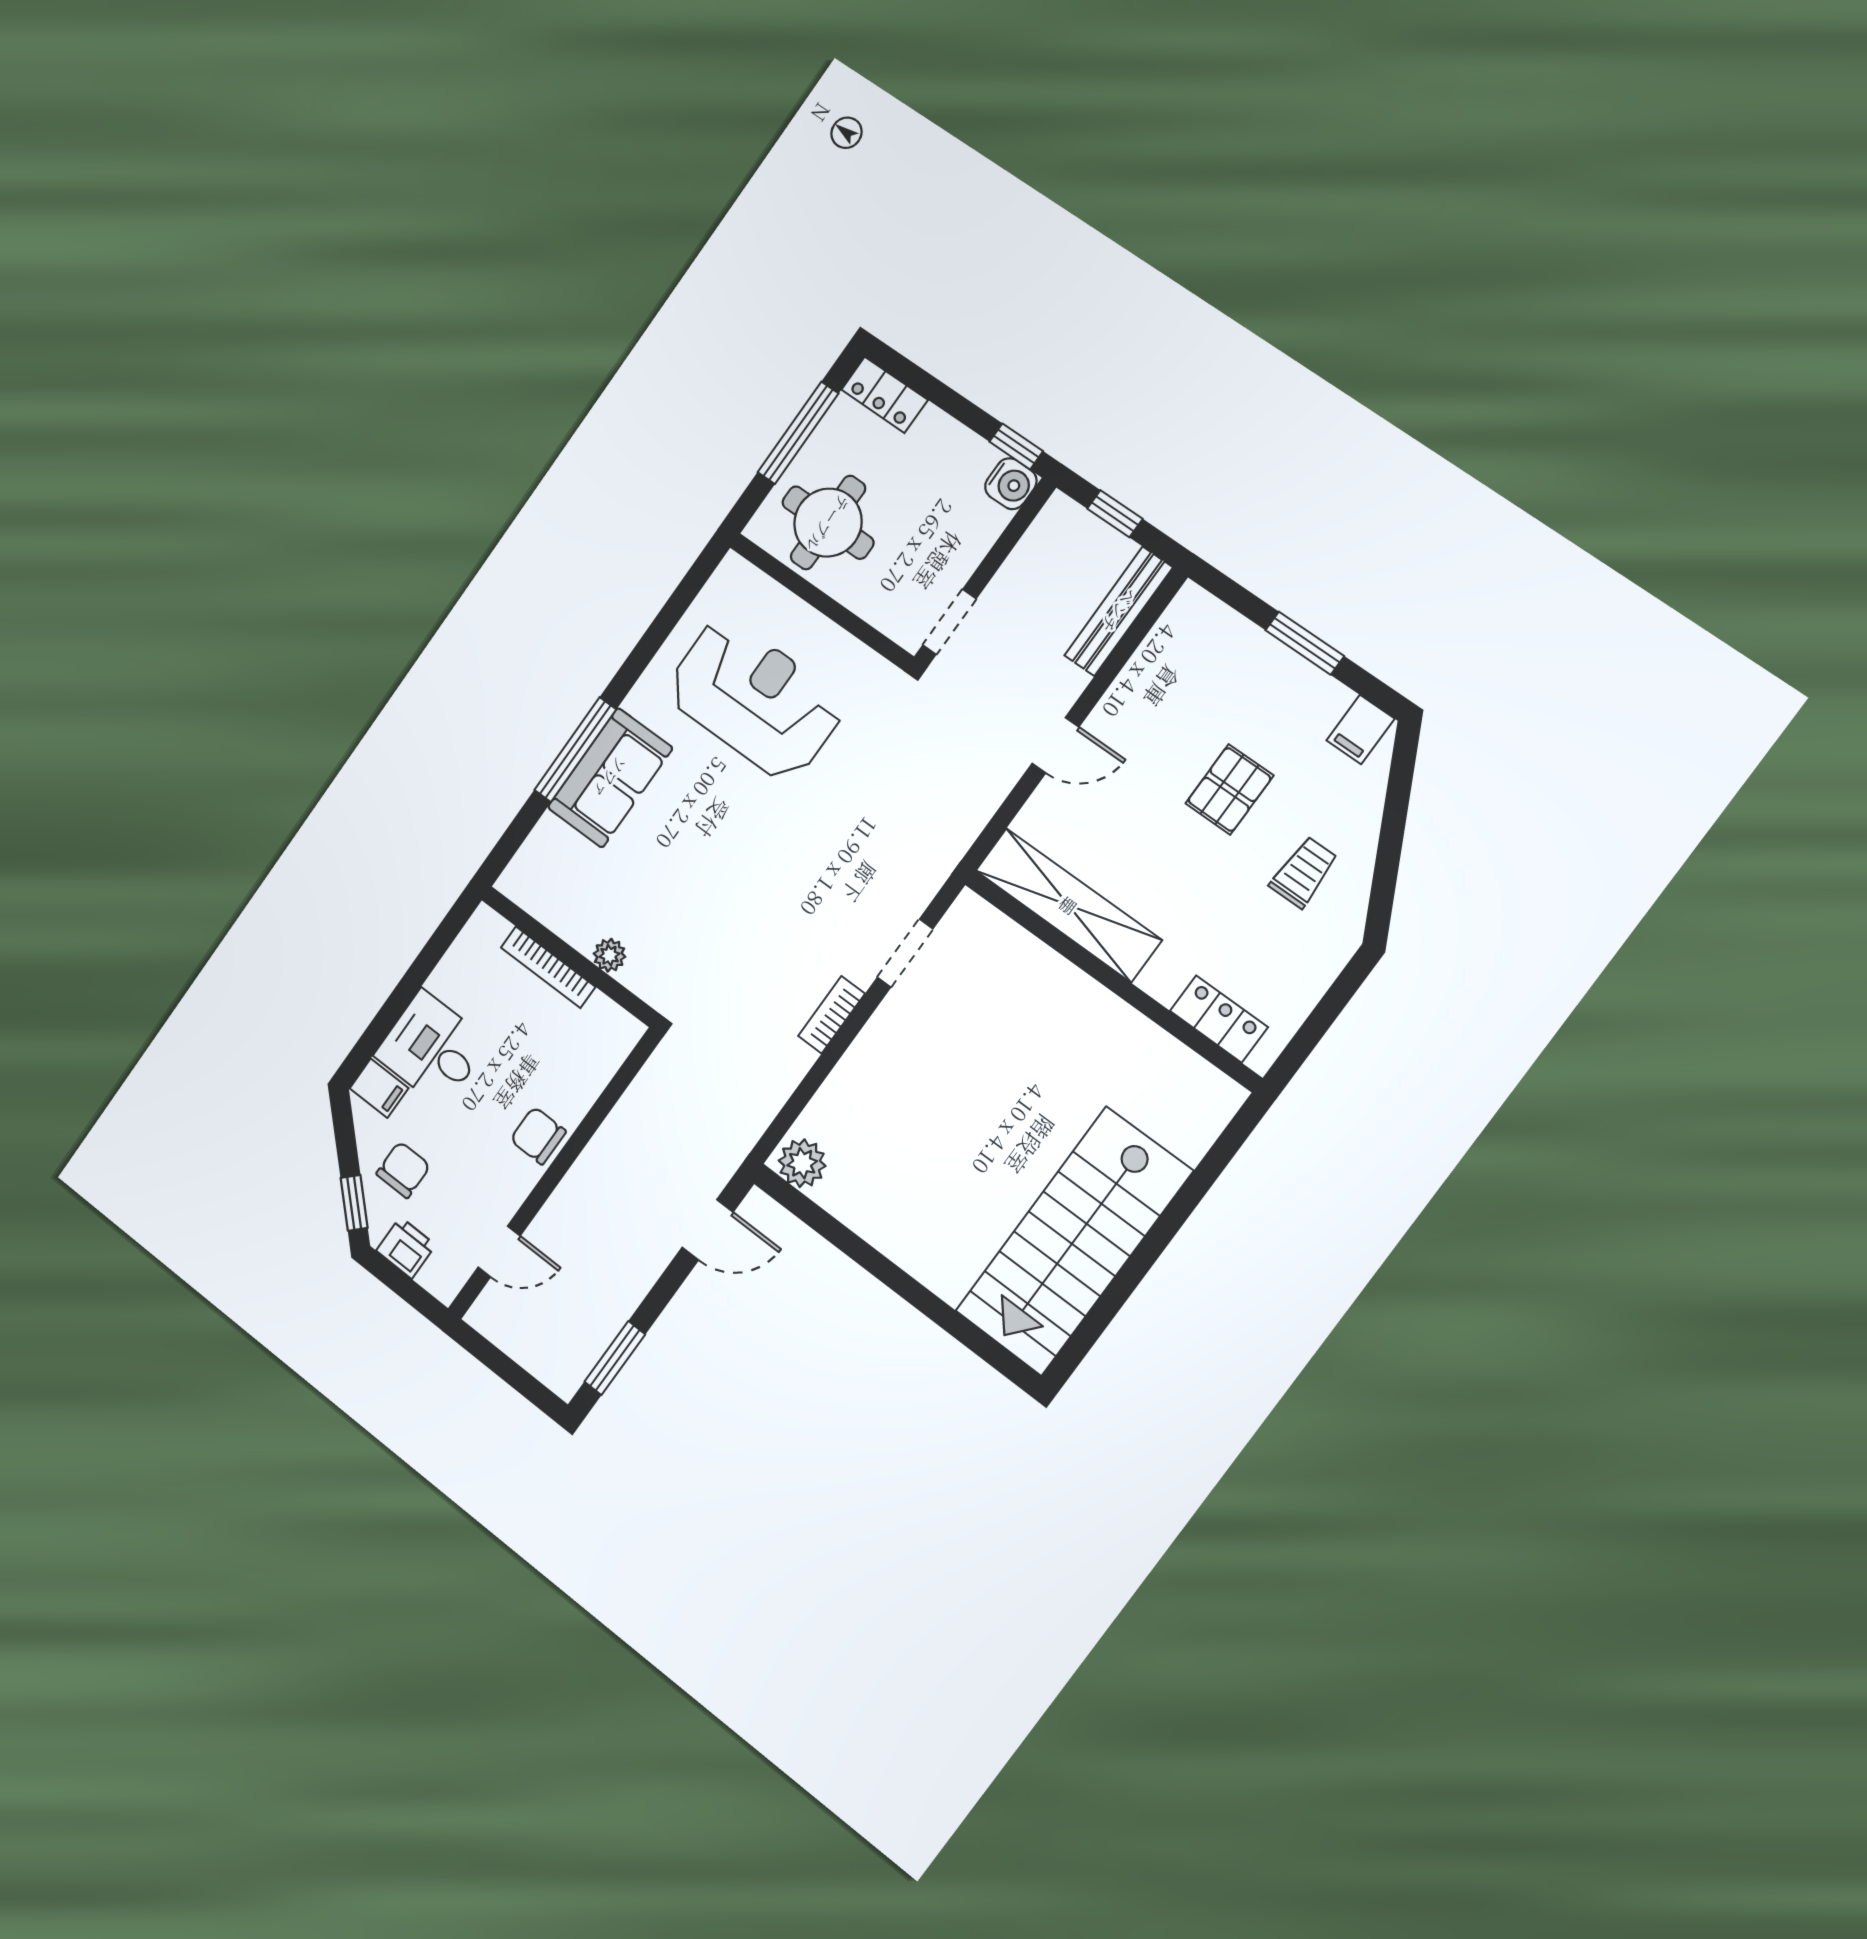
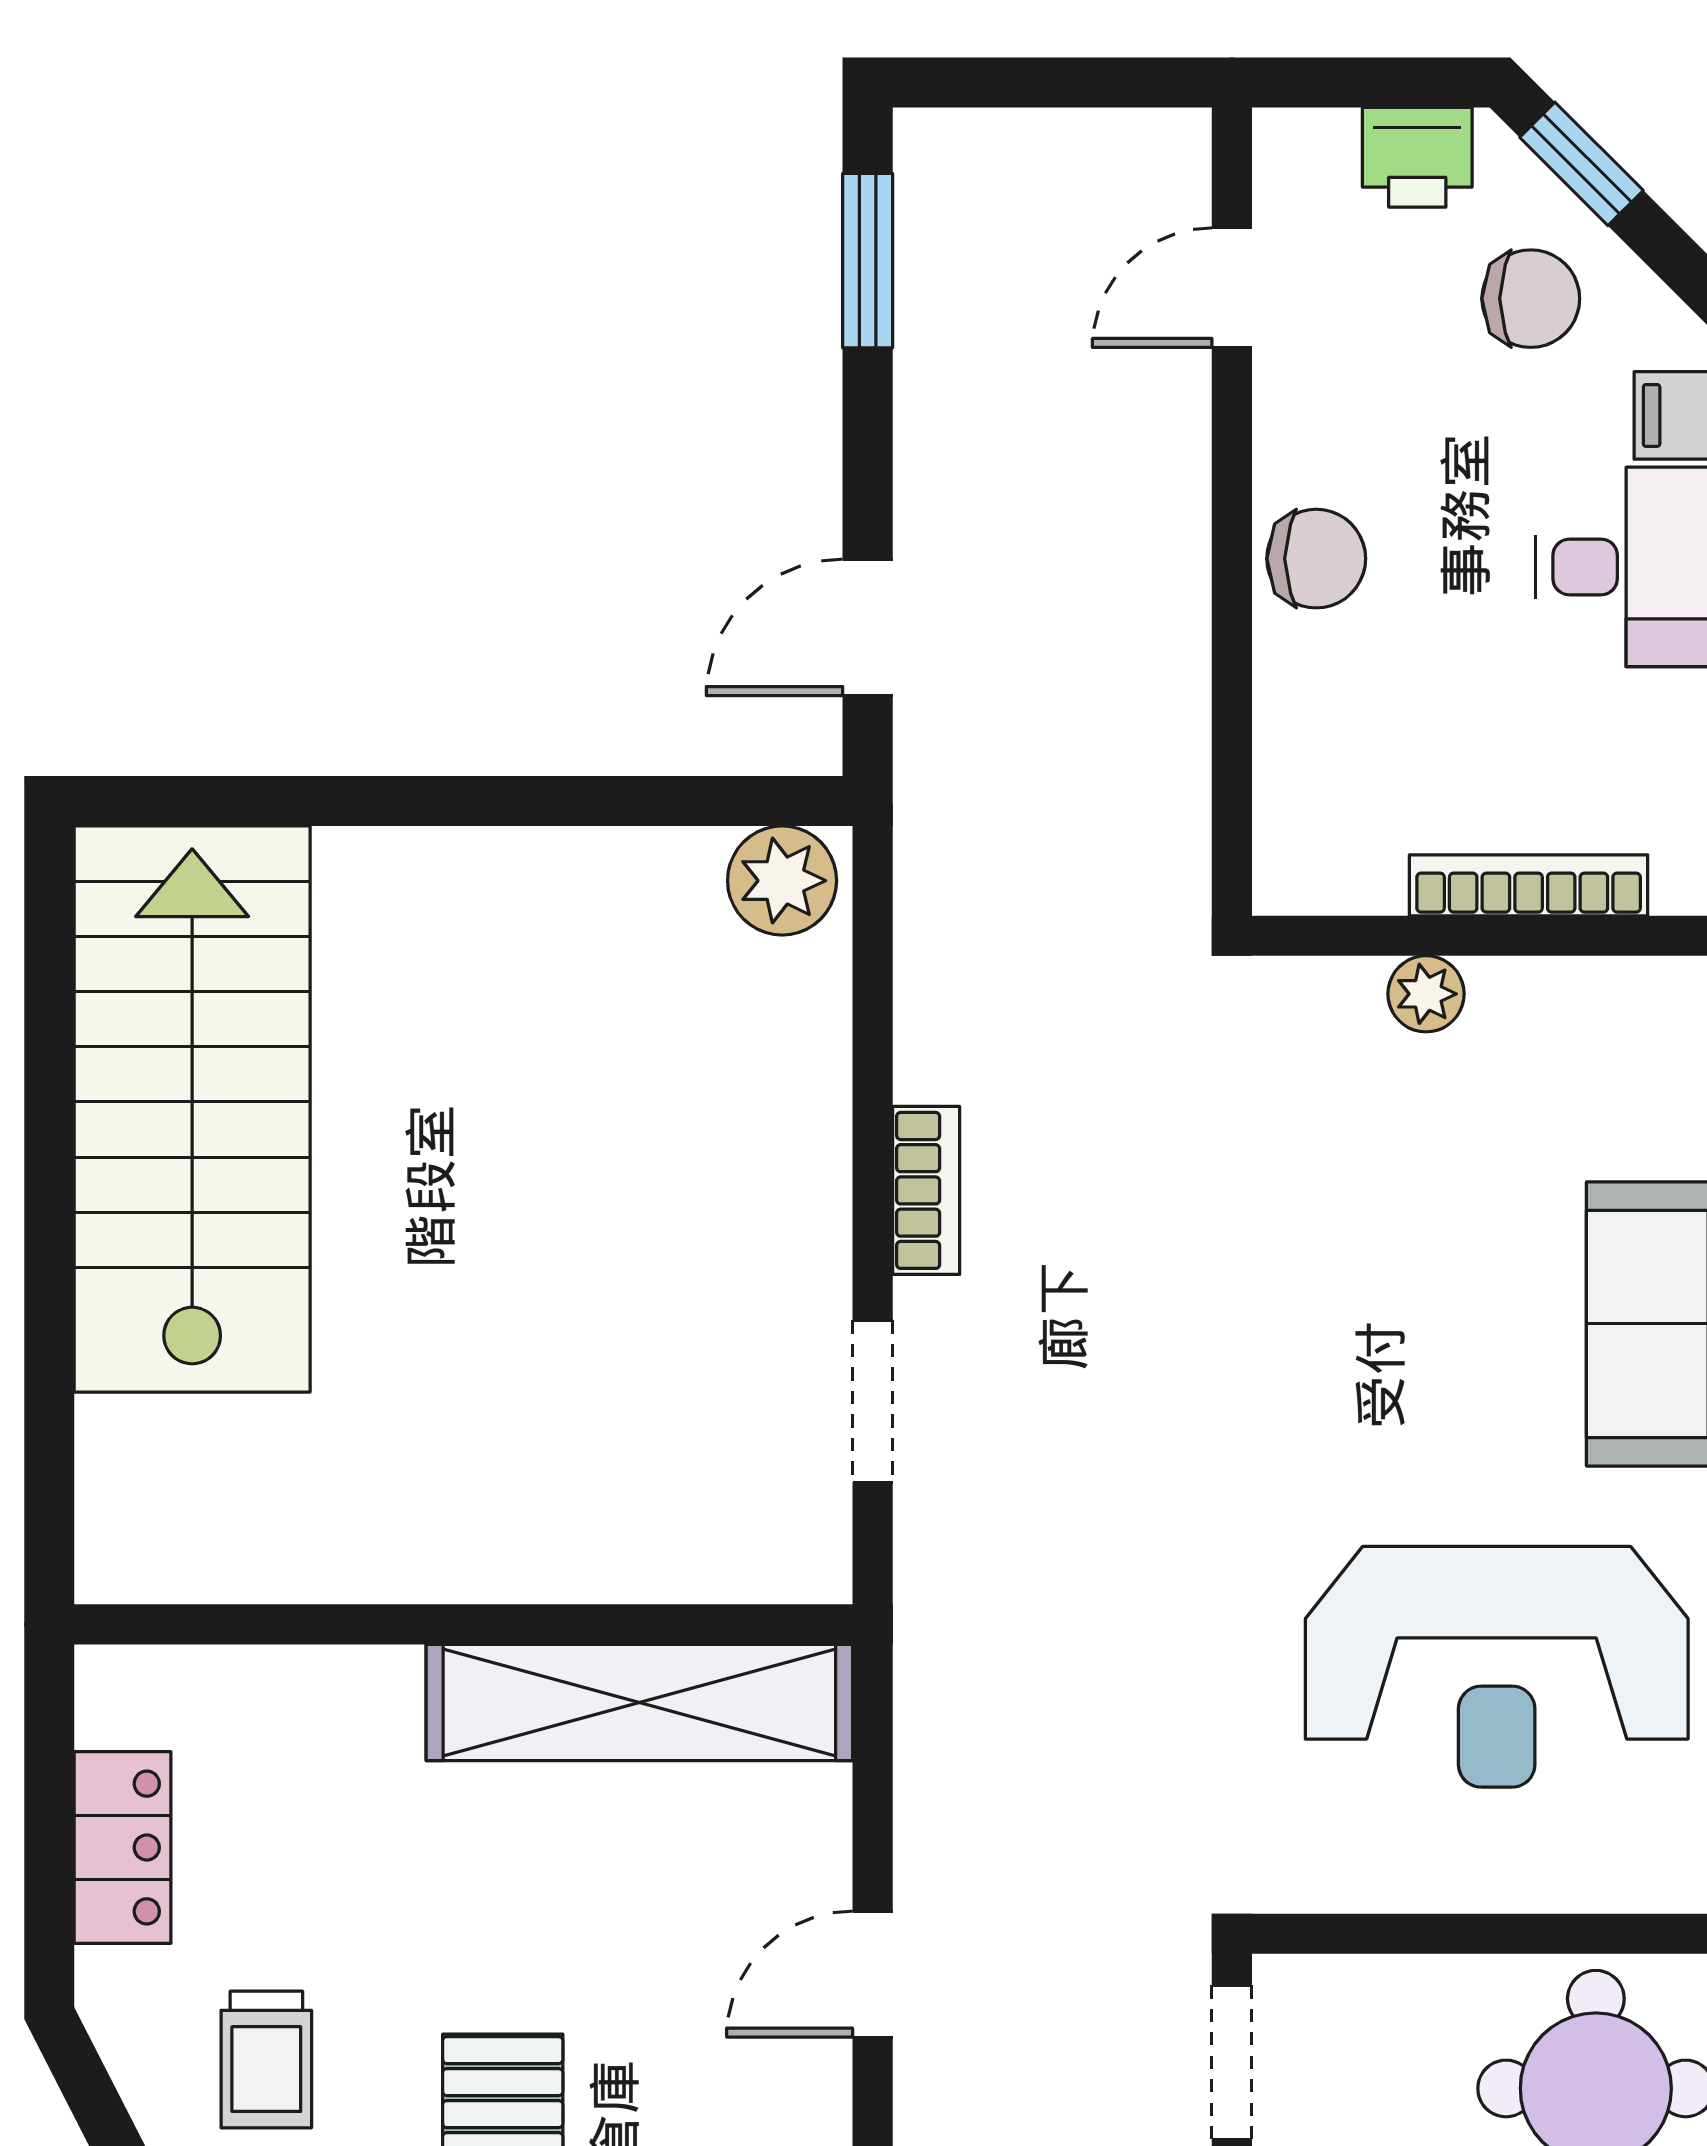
locker: (1219, 1019) -> (123, 1848), moved, turned -90
chair: (403, 1170) -> (1531, 299), turned -90

